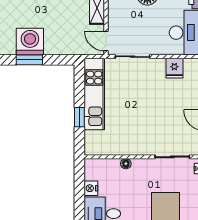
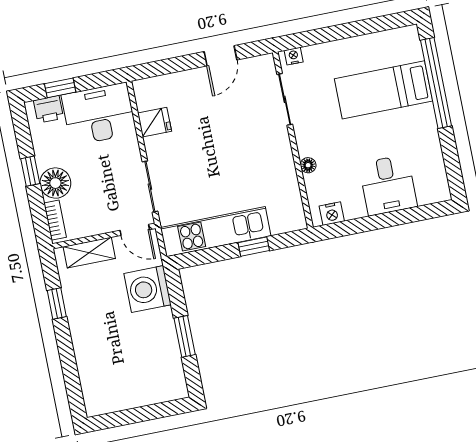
door: (106, 41) -> (135, 230), hinge flipped
washing machine: (30, 42) -> (147, 289), moved
nightstand: (91, 188) -> (332, 214), moved

